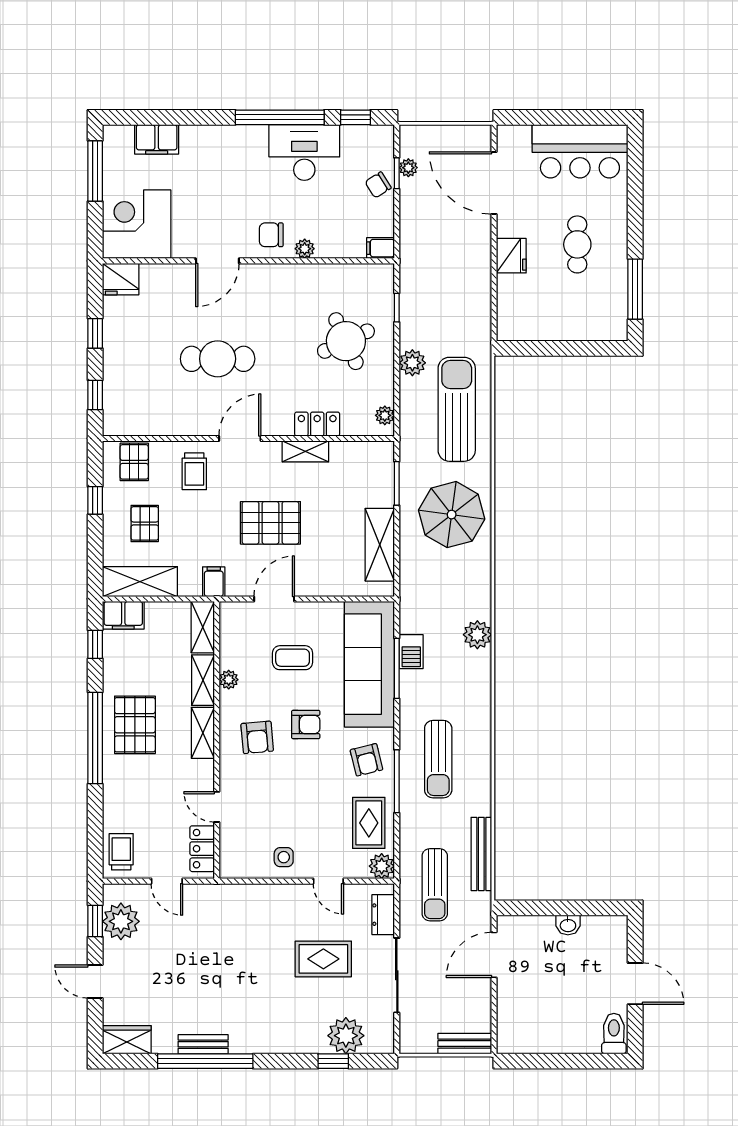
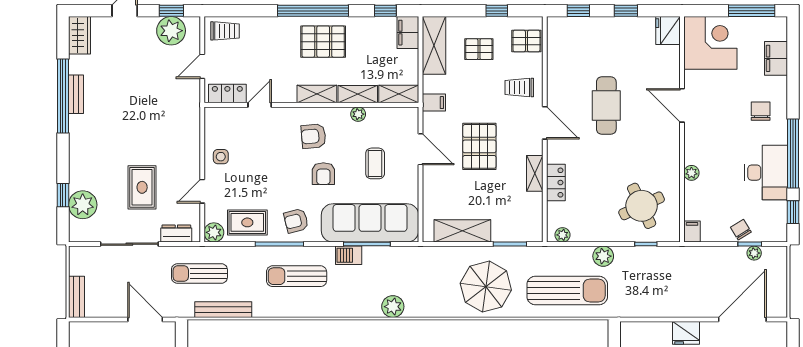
chair: (271, 235) -> (761, 111), moved
round table: (346, 341) -> (642, 206), moved
barbecue: (411, 652) -> (349, 255), moved

